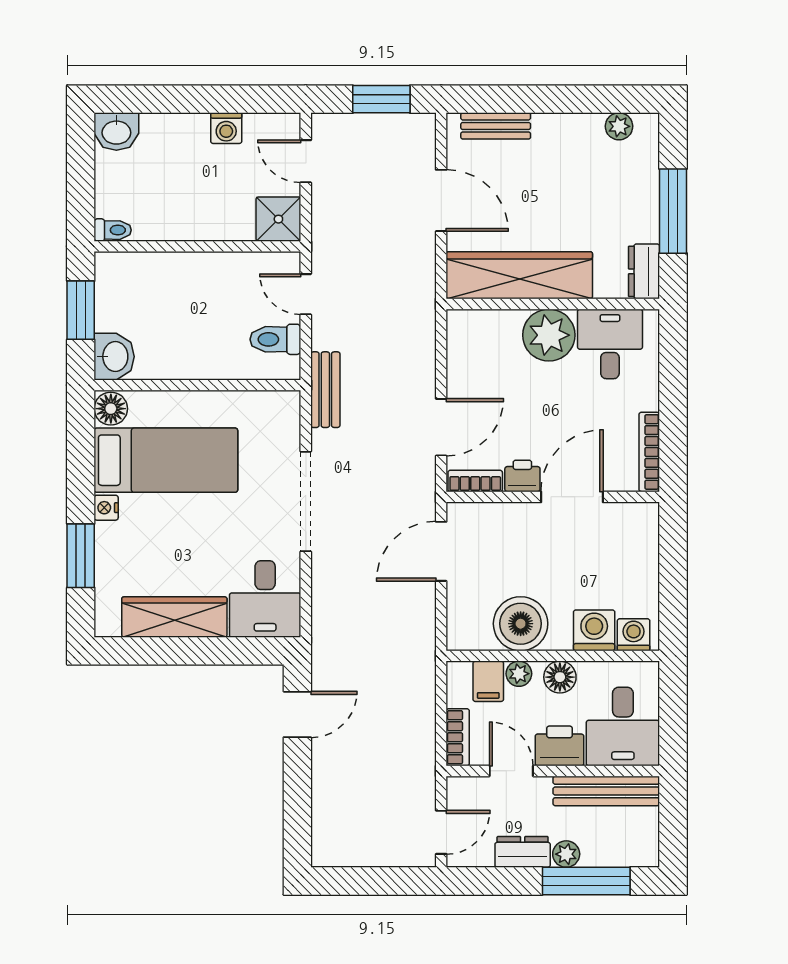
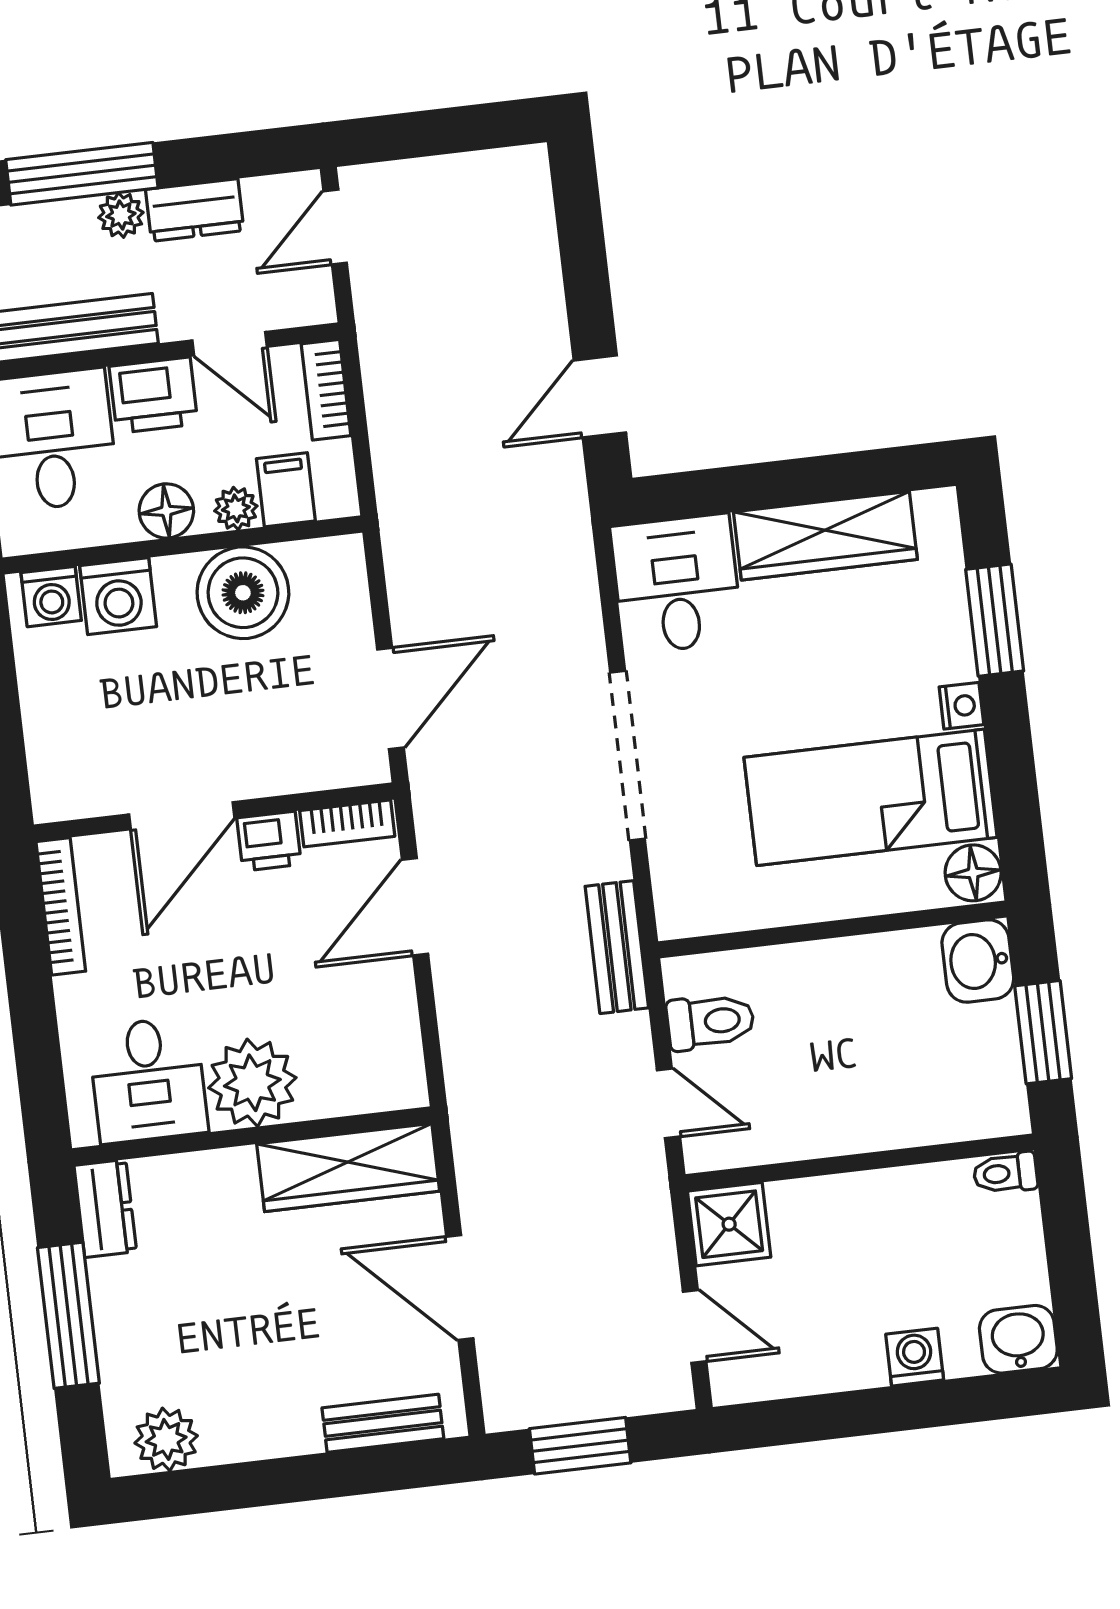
plant: (619, 126) -> (166, 1439), width x1.38, depth x1.38
washing machine: (226, 128) -> (915, 1357), moved
wardrobe: (519, 275) -> (348, 1167), width x0.71, depth x0.85

